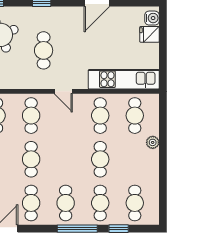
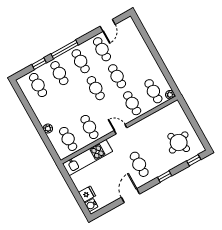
cafe table: (44, 50) -> (139, 164), moved
cafe table: (100, 159) -> (96, 88), moved

